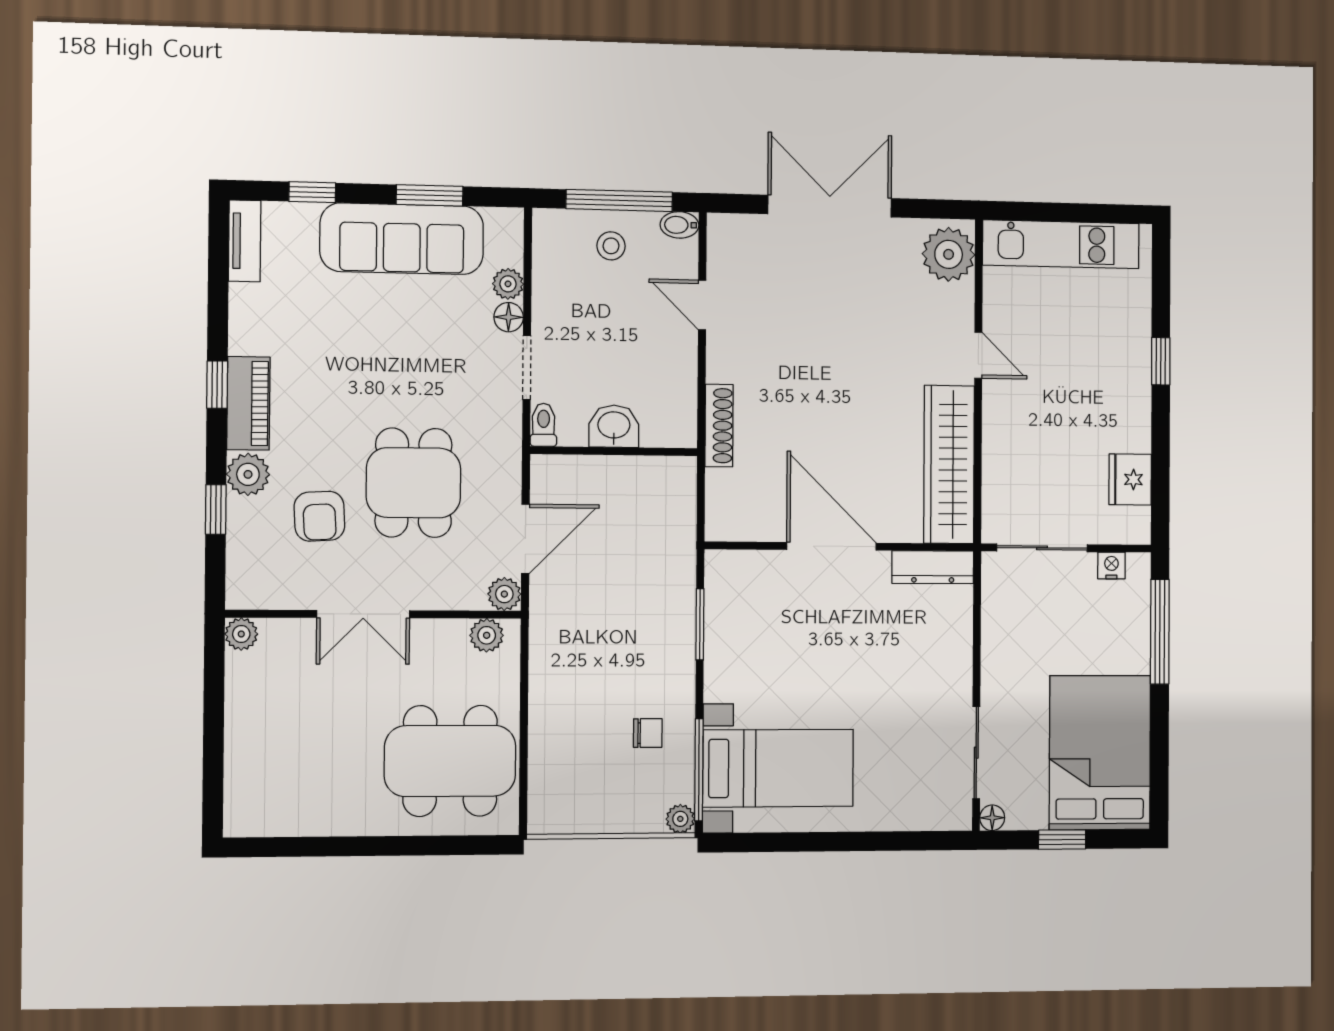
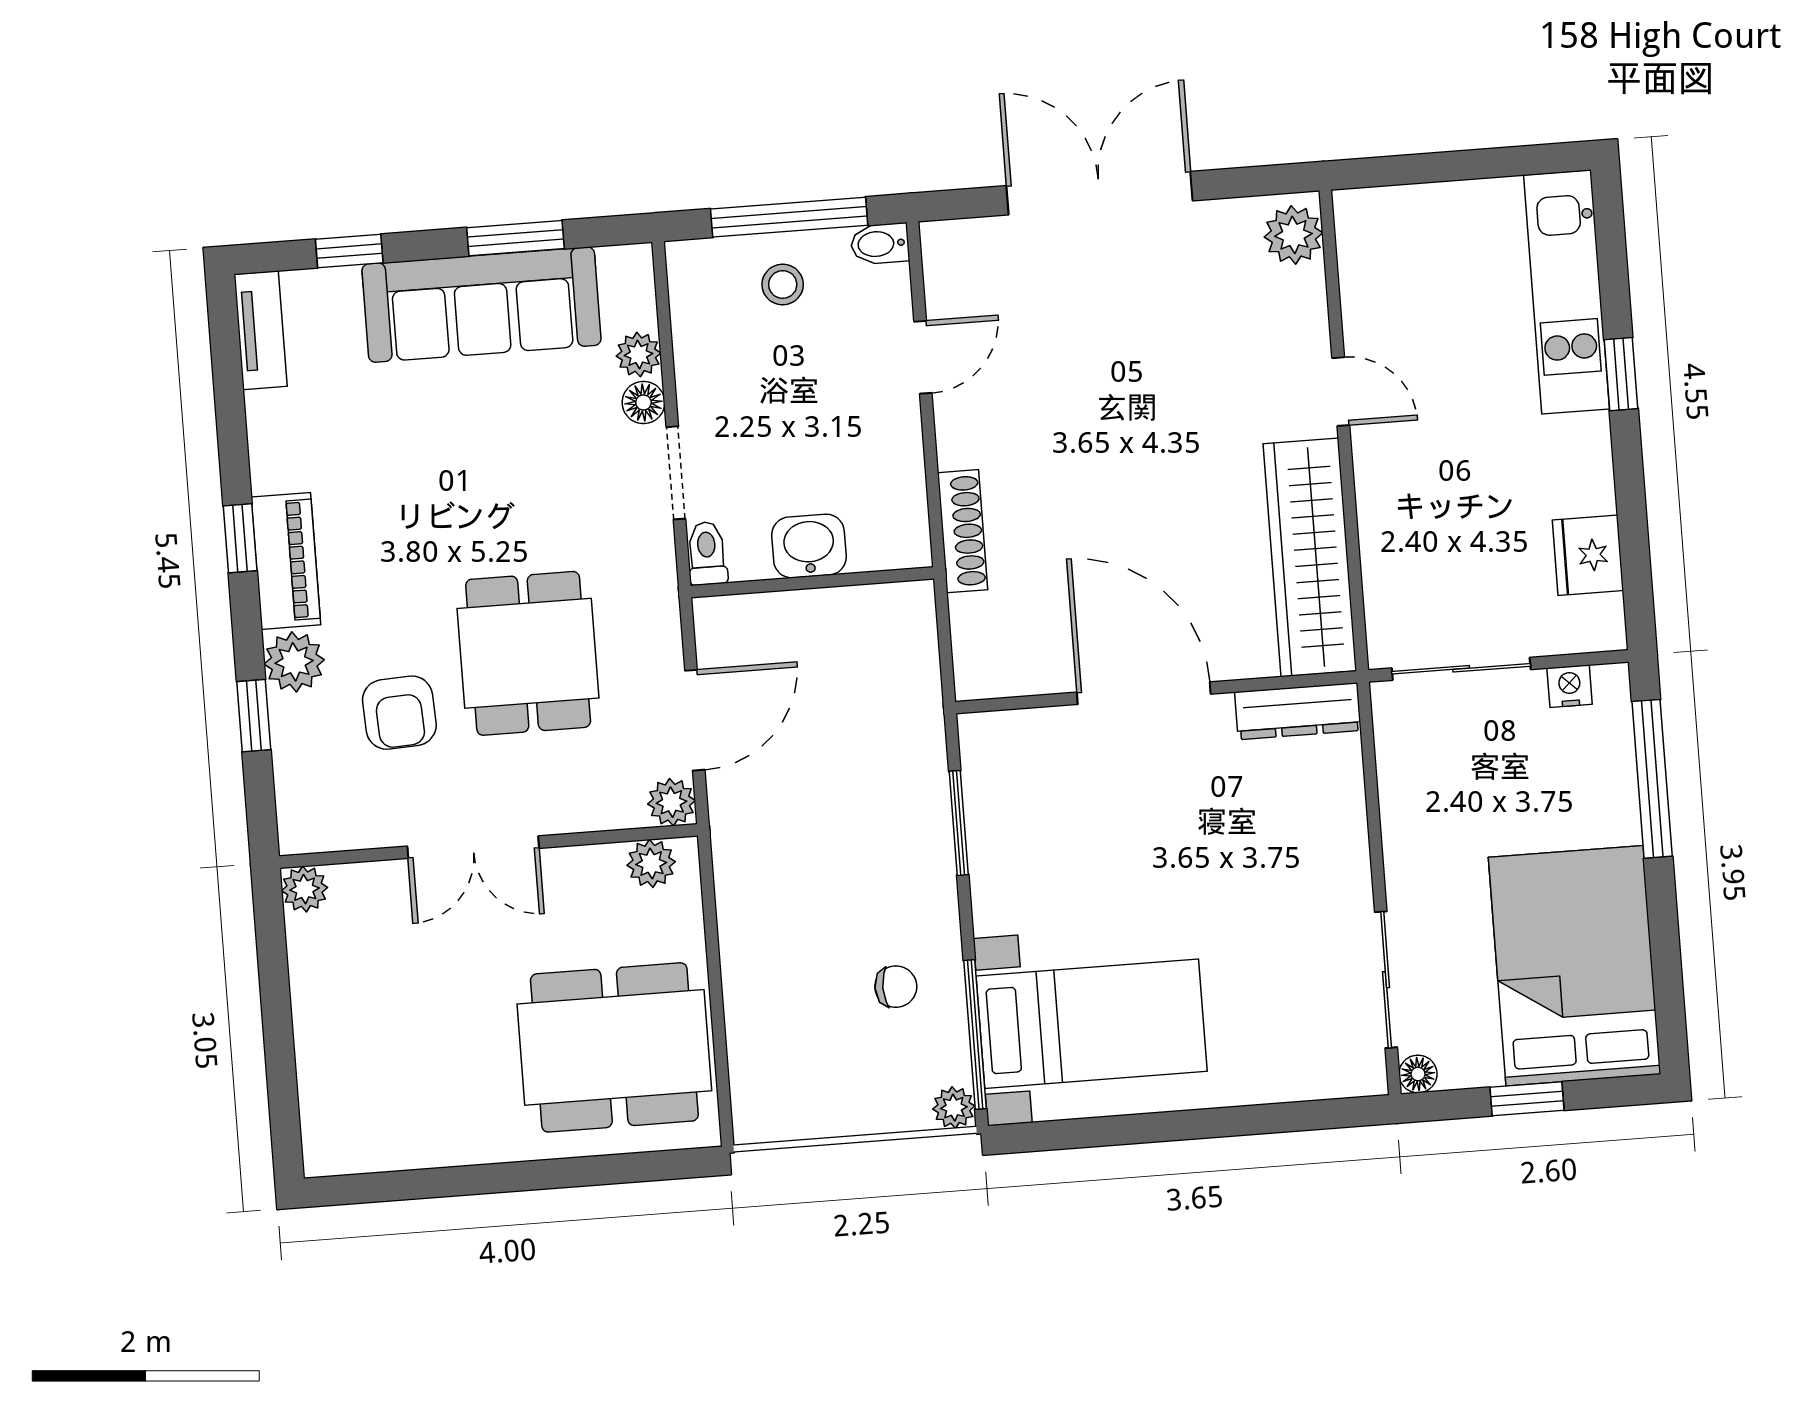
kitchen unit: (1061, 244) -> (1566, 292), moved, turned 90
plant: (949, 254) -> (1293, 235), width x0.73, depth x0.73
door: (702, 305) -> (923, 357), swing flipped

